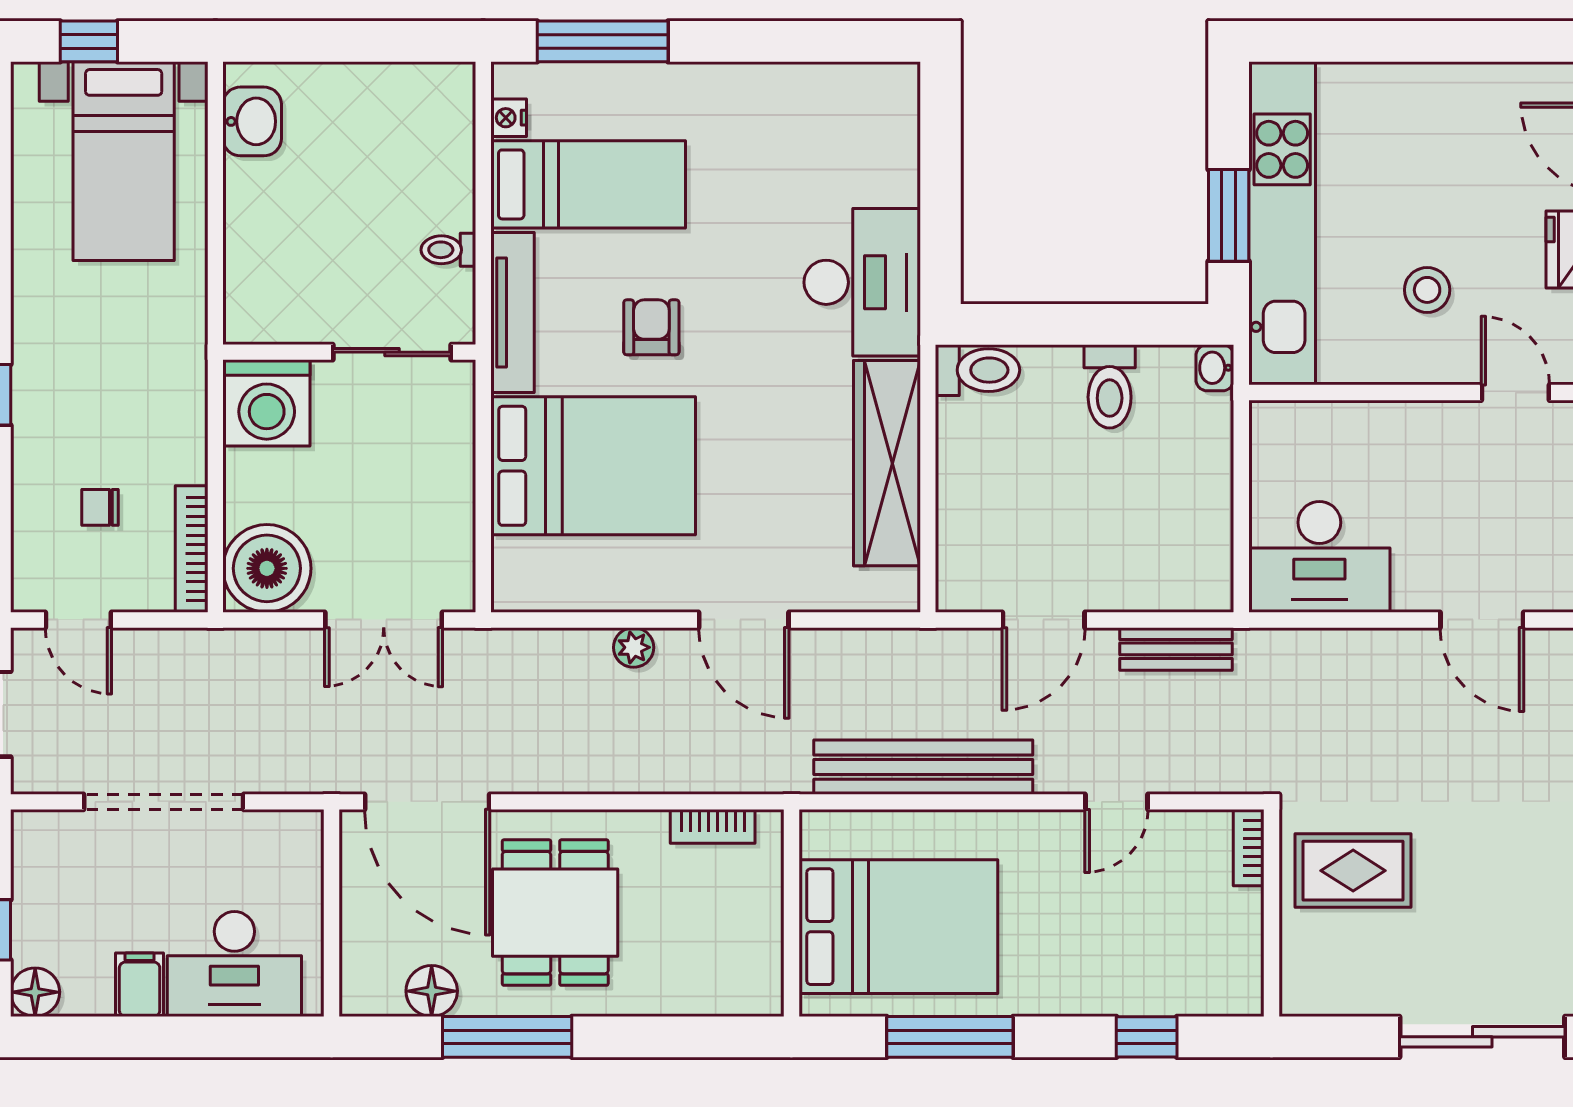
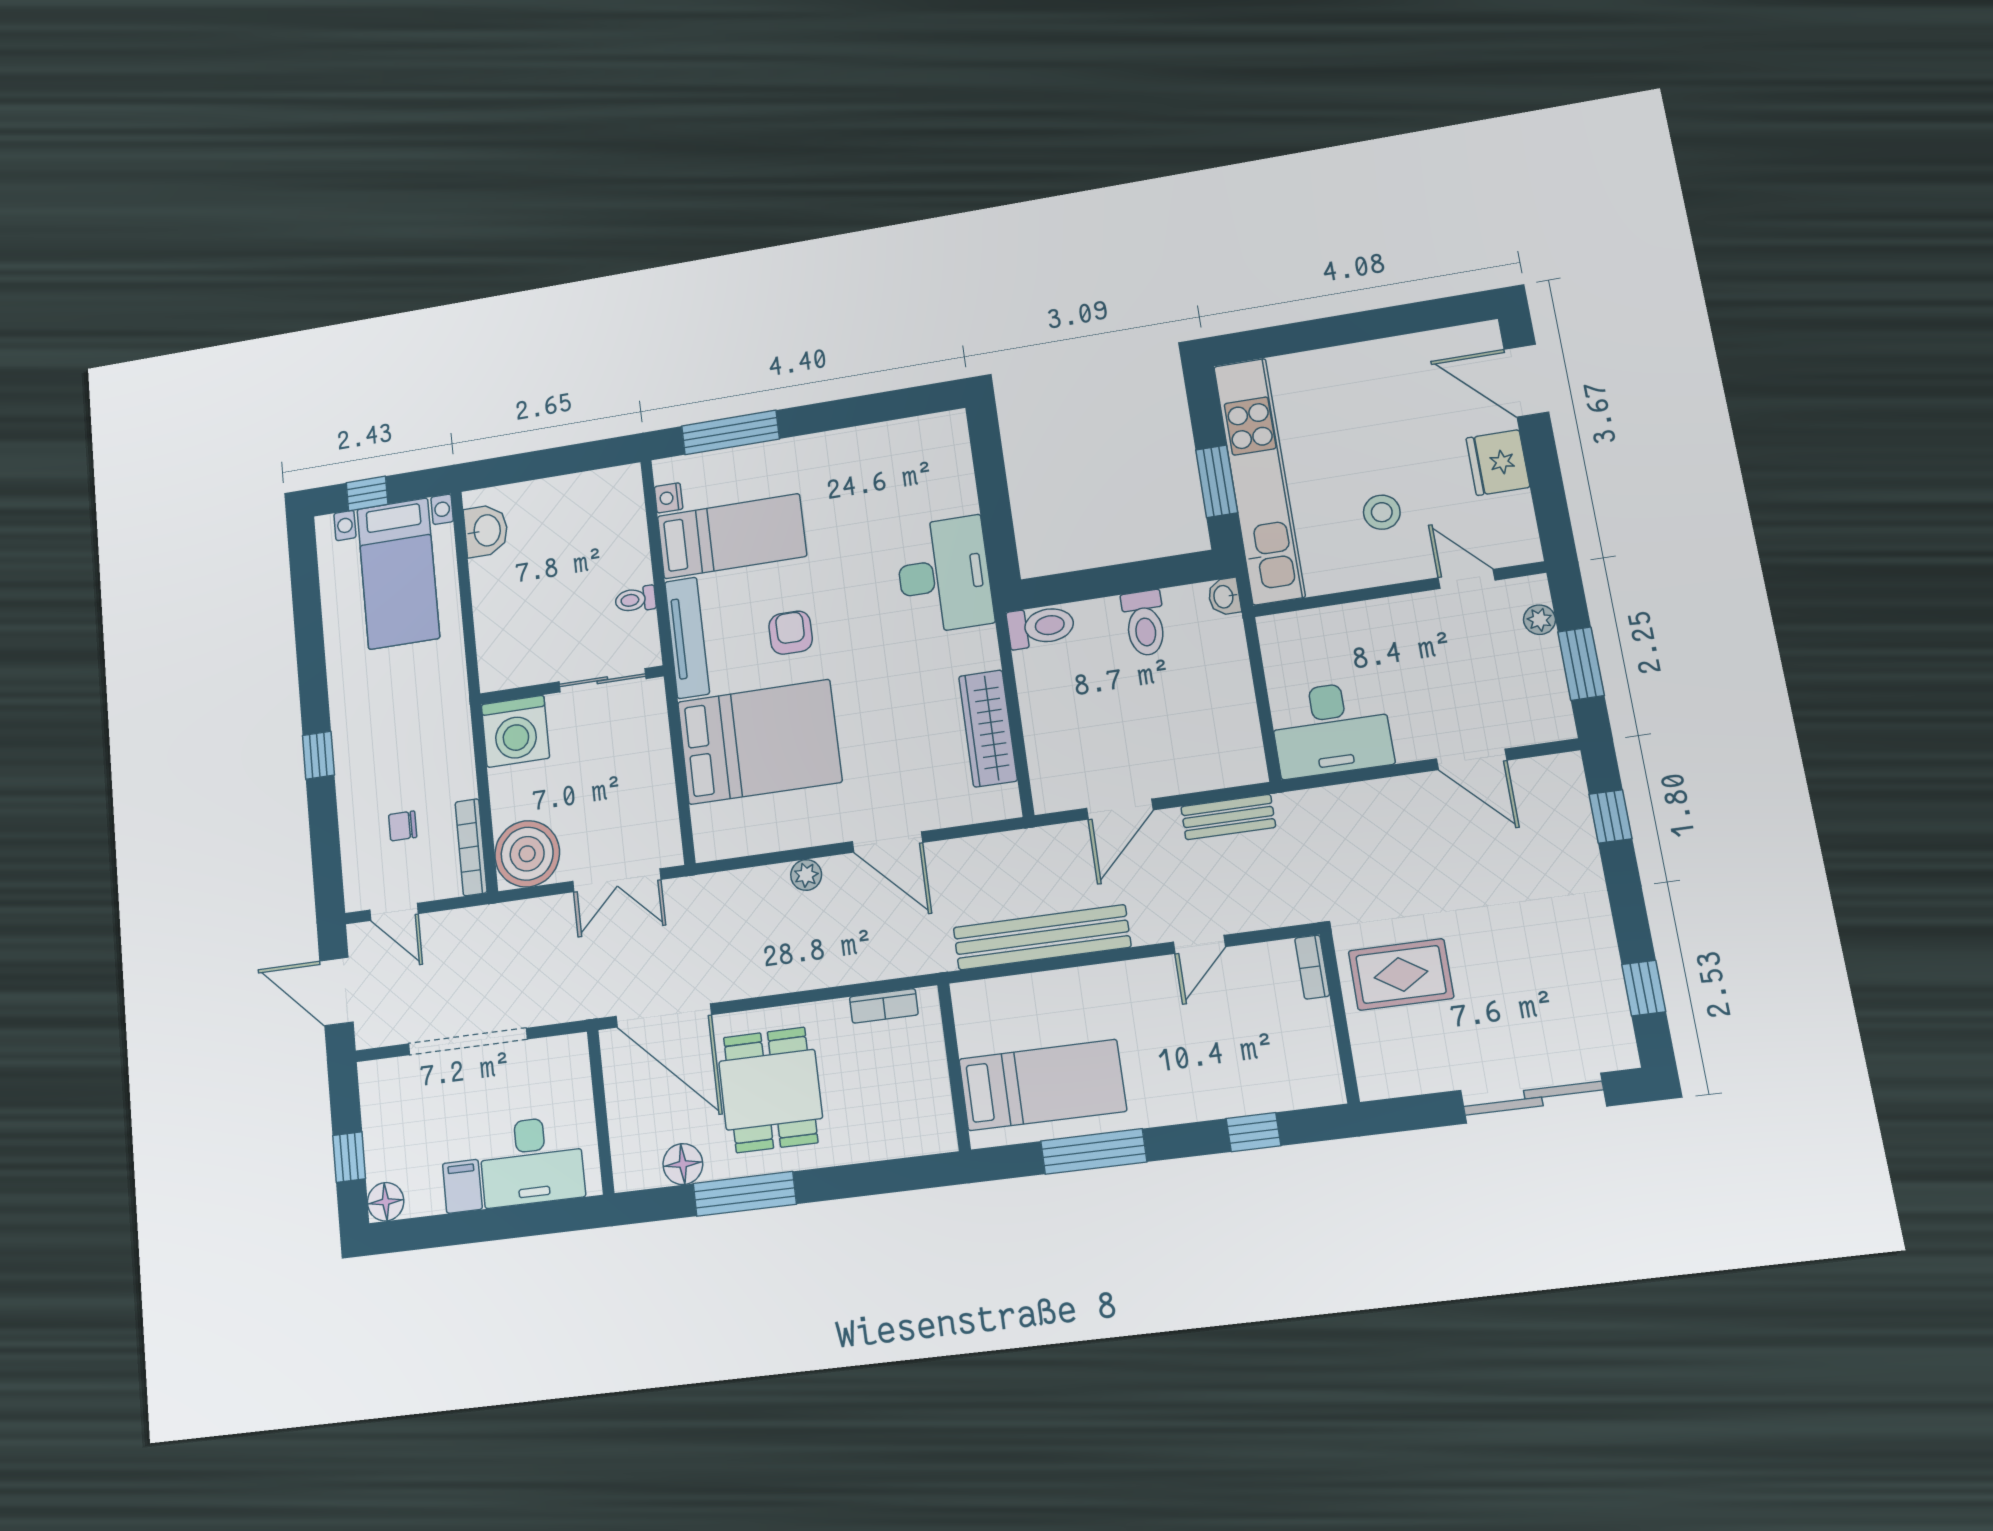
wardrobe: (887, 463) -> (988, 728), width x0.71, depth x0.85
bed: (898, 927) -> (1042, 1085), width x0.67

